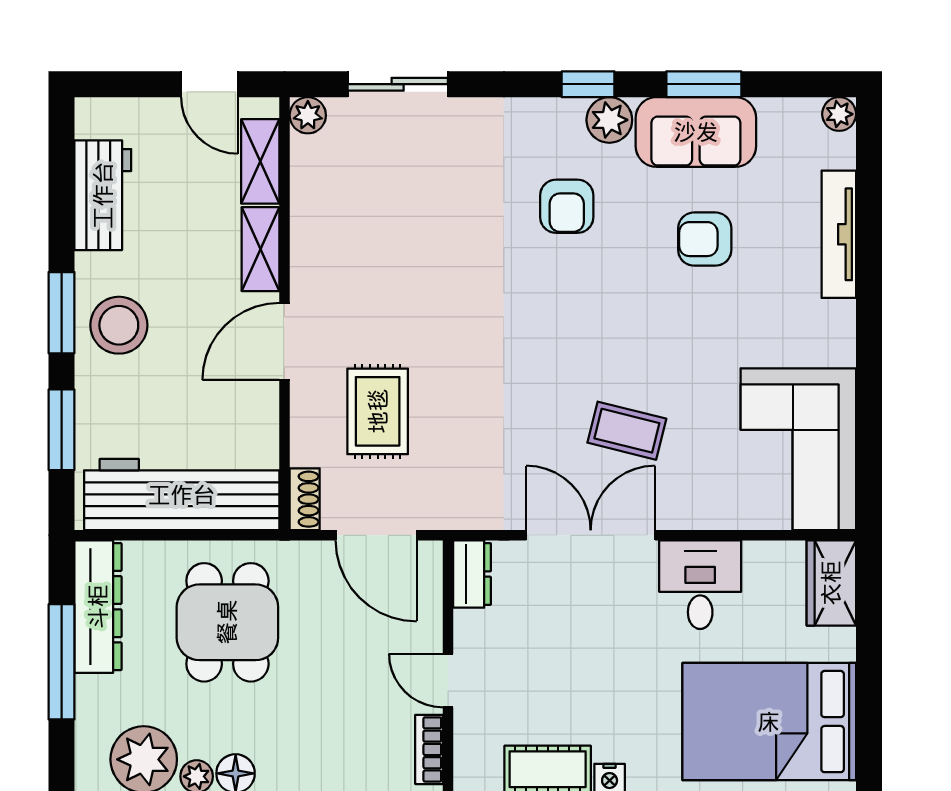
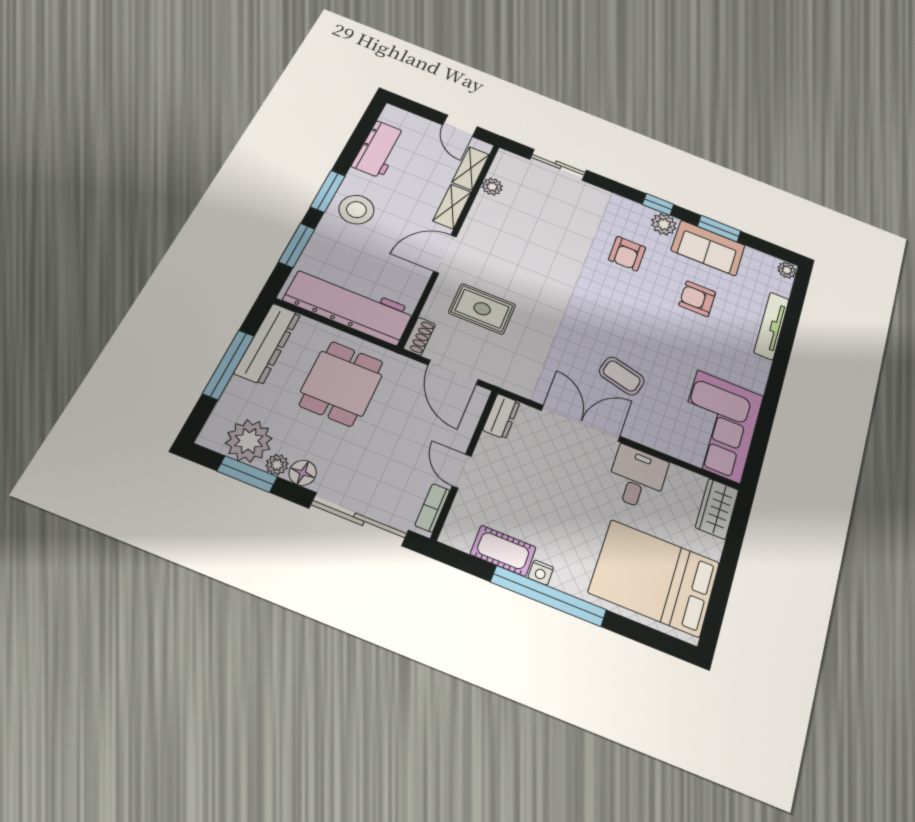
plant: (308, 115) -> (492, 187), moved
rug: (378, 411) -> (482, 309), turned 90

